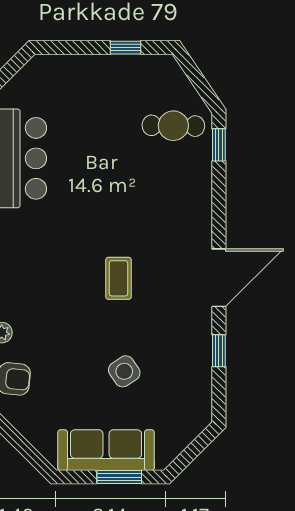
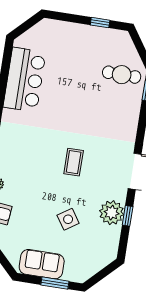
plant: (192, 350) -> (112, 213), added
sofa: (106, 450) -> (42, 264), width x0.73

